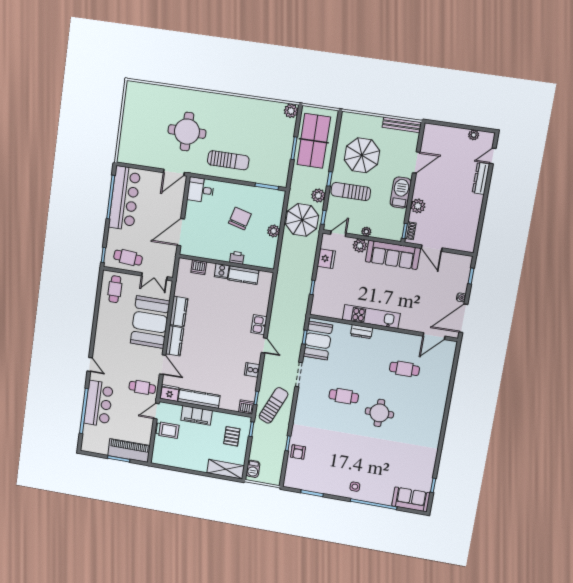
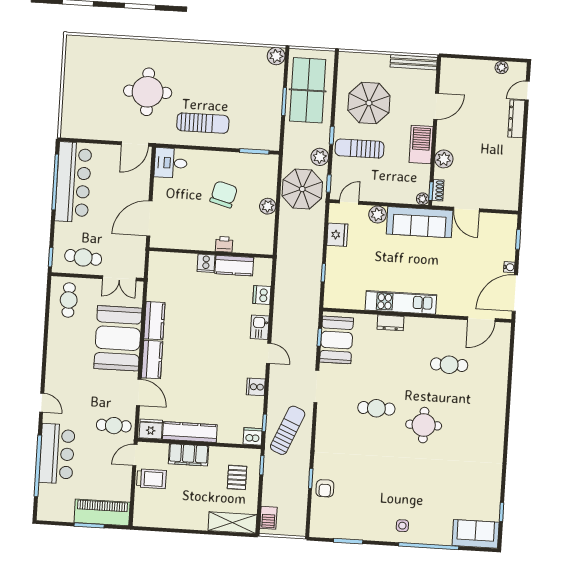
plant: (366, 232) -> (423, 199), moved
dishwasher: (199, 267) -> (262, 295), moved, turned 90

